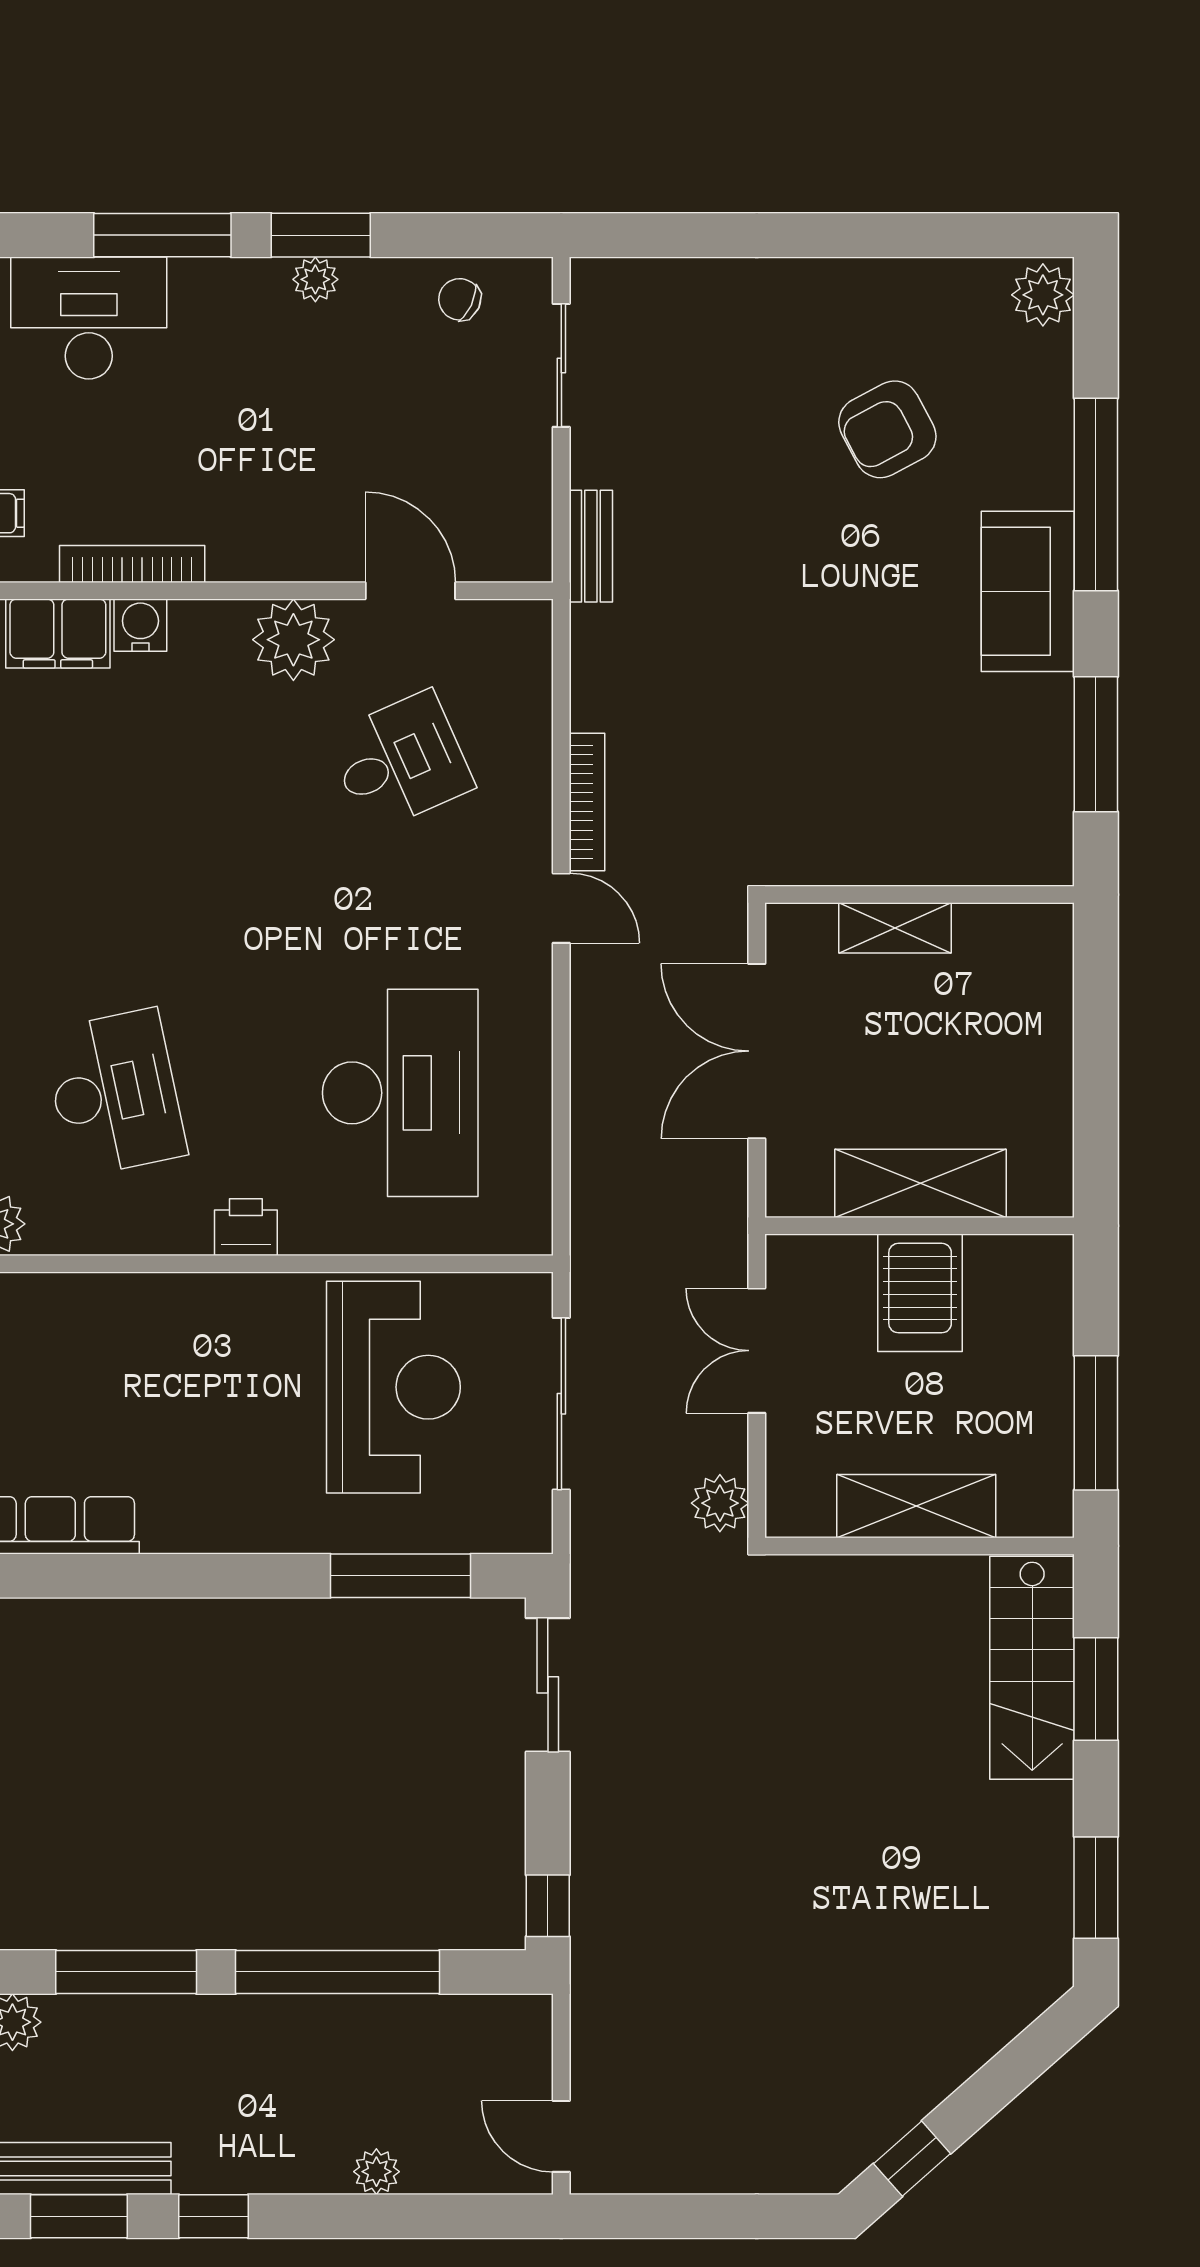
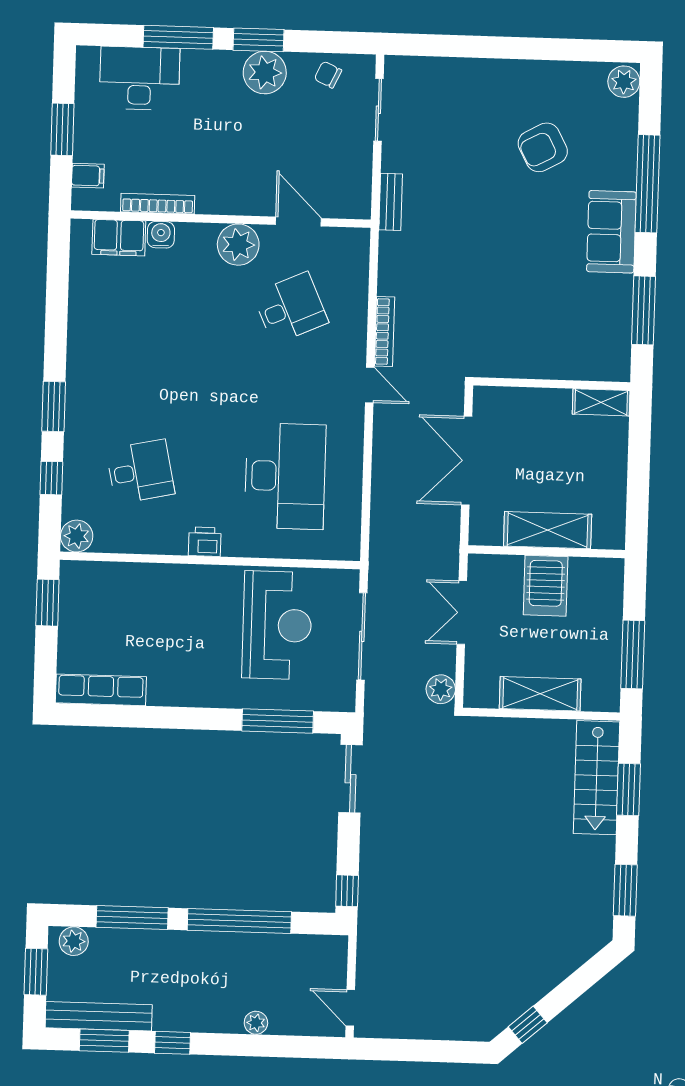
plant: (315, 279) -> (265, 73), width x1.87, depth x1.87
shelving: (895, 928) -> (601, 402), moved
desk: (115, 1093) -> (140, 472), width x0.73

